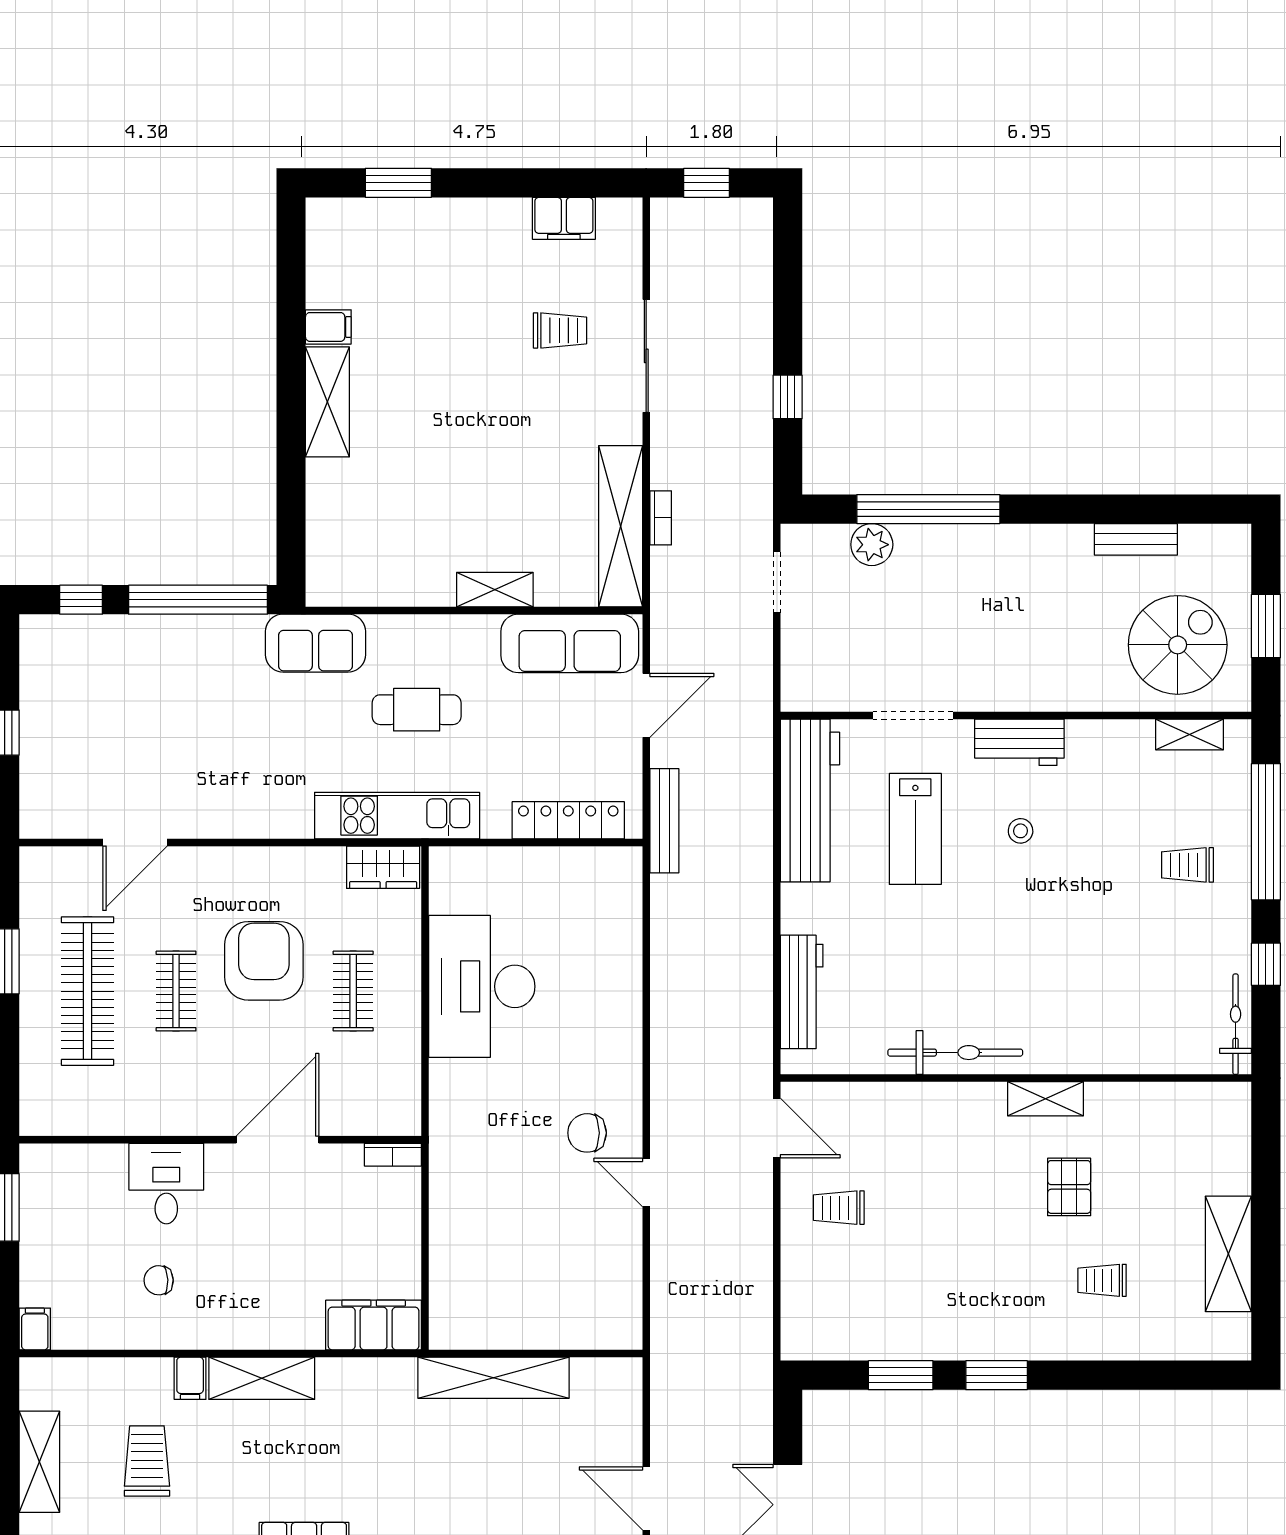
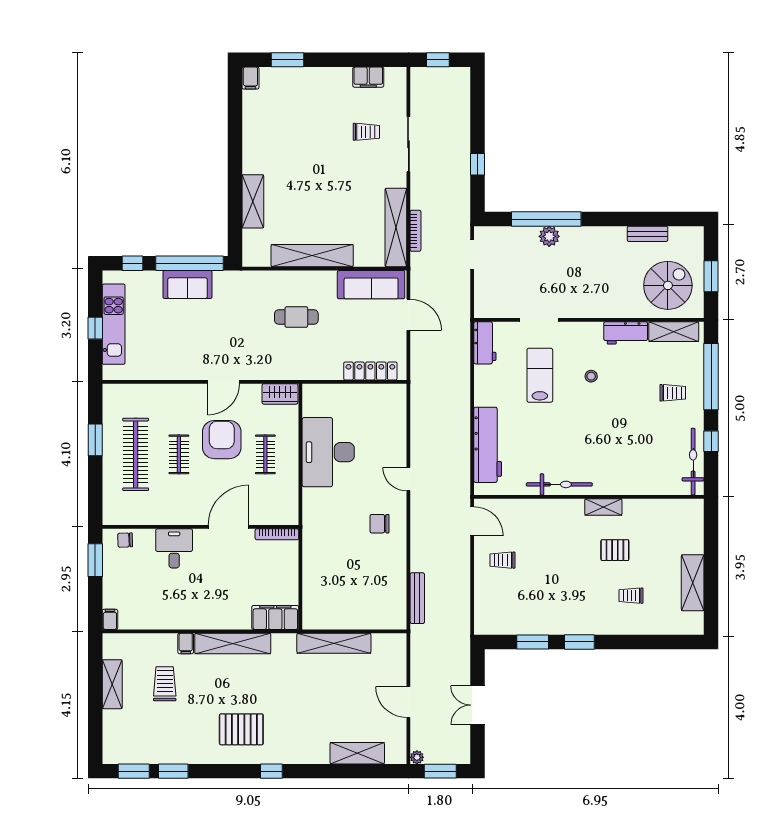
filing cabinet: (328, 327) -> (250, 78), moved, turned 90
shelving: (327, 402) -> (253, 201), moved
bookcase: (661, 518) -> (415, 231), width x1.56
plant: (872, 545) -> (549, 236), moved
shelving: (495, 590) -> (312, 256), width x2.20, depth x1.33
sofa: (315, 643) -> (187, 284), moved
door: (646, 705) -> (408, 315), hinge flipped
shelving: (1190, 735) -> (674, 332), width x1.50, depth x1.33
workbench: (1019, 742) -> (626, 333), moved
workbench: (810, 801) -> (485, 343), width x0.53, depth x0.76
kitchen unit: (397, 816) -> (114, 324), moved, turned 90
bench: (664, 821) -> (417, 598), moved
lab bench: (915, 829) -> (540, 375), turned 180
door: (135, 842) -> (224, 382), moved
trolley: (1187, 865) -> (673, 393), turned 180
workbench: (802, 992) -> (488, 445), width x1.36, depth x1.32
bicycle: (1236, 1024) -> (693, 462), width x1.37, depth x1.40
bookcase: (393, 1155) -> (277, 534), width x1.56
door: (646, 1183) -> (408, 479), moved
pallet: (1069, 1187) -> (615, 550), turned 90
chair: (159, 1280) -> (125, 540), moved
shelving: (262, 1378) -> (233, 643), width x1.47

